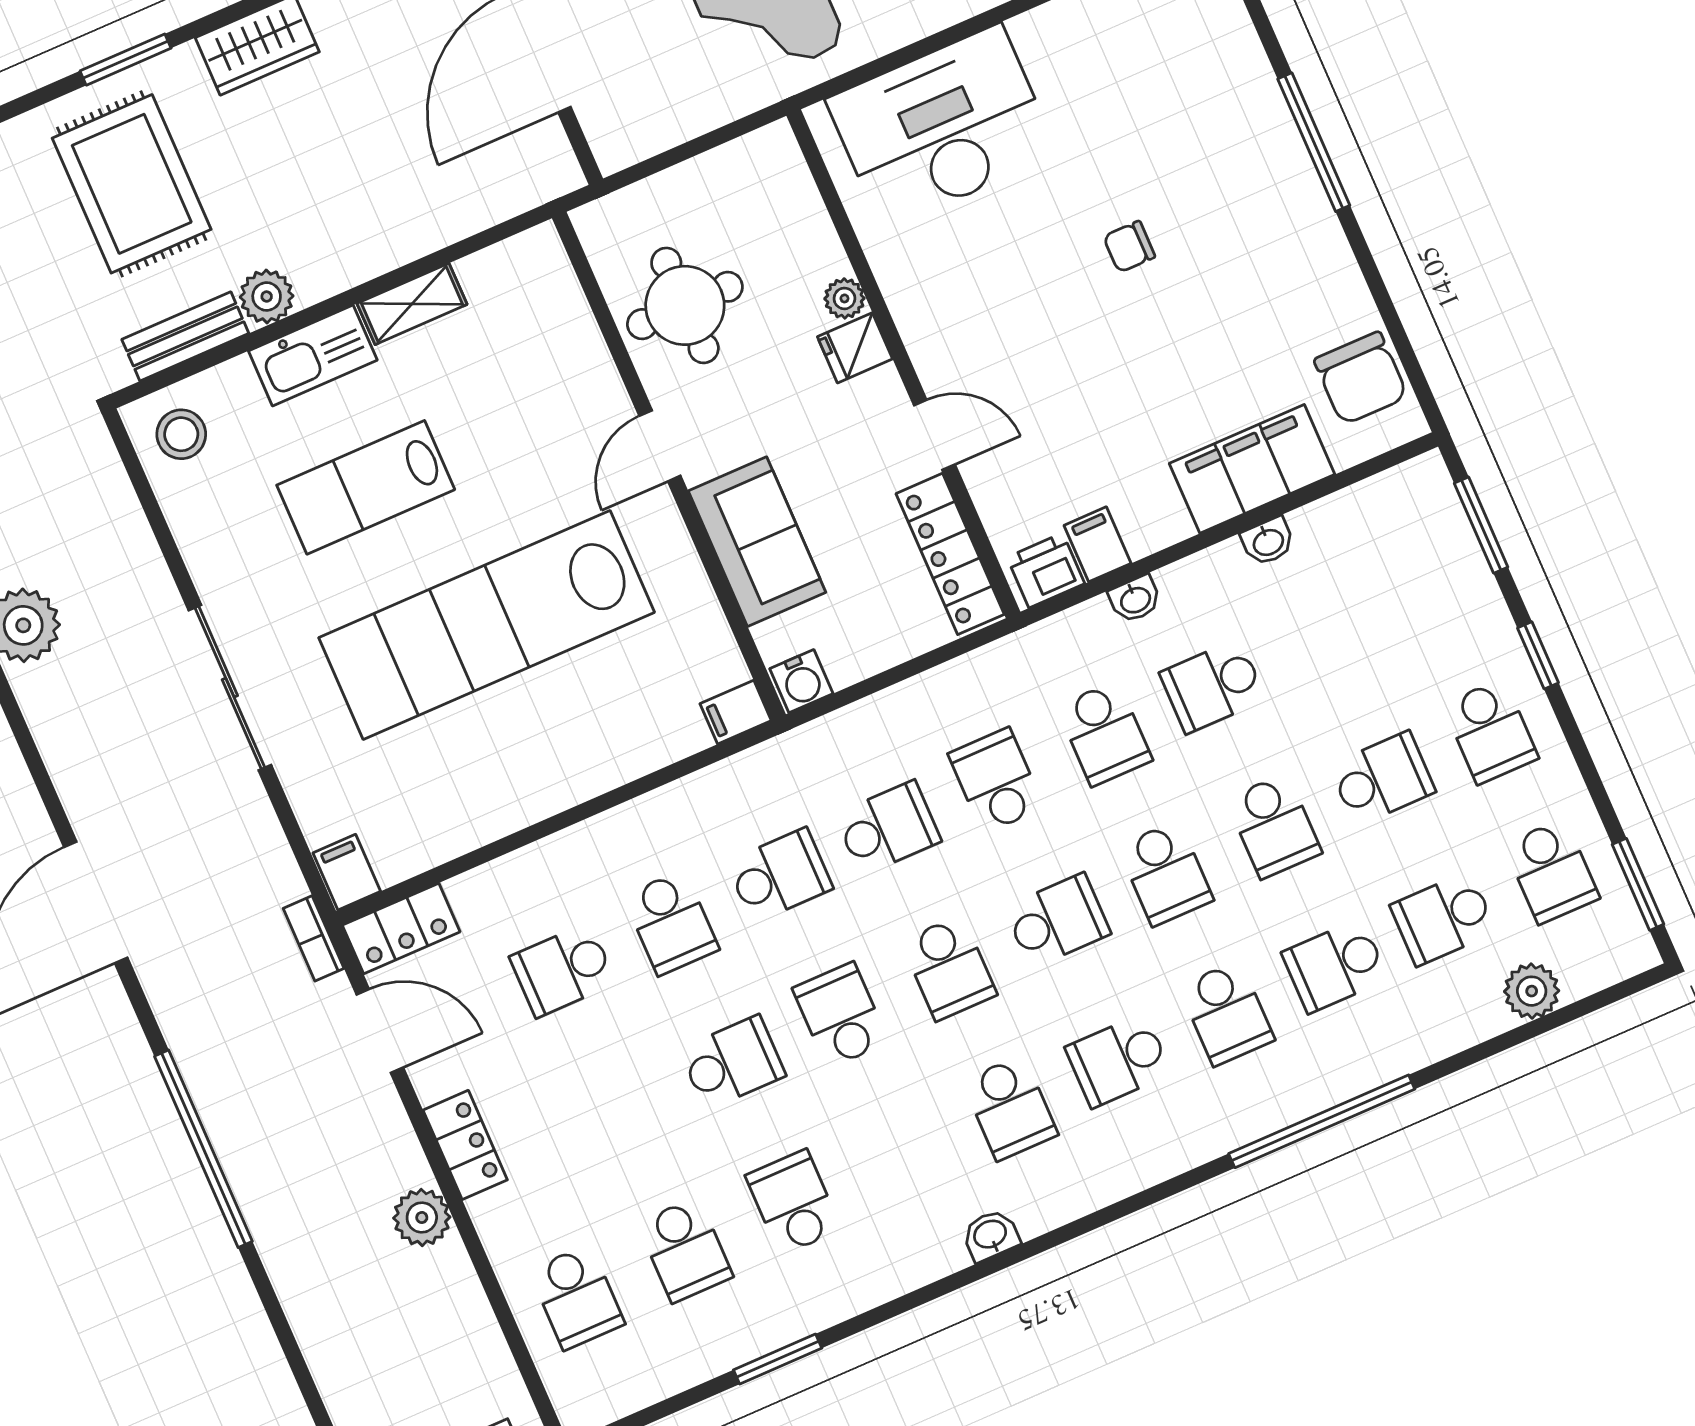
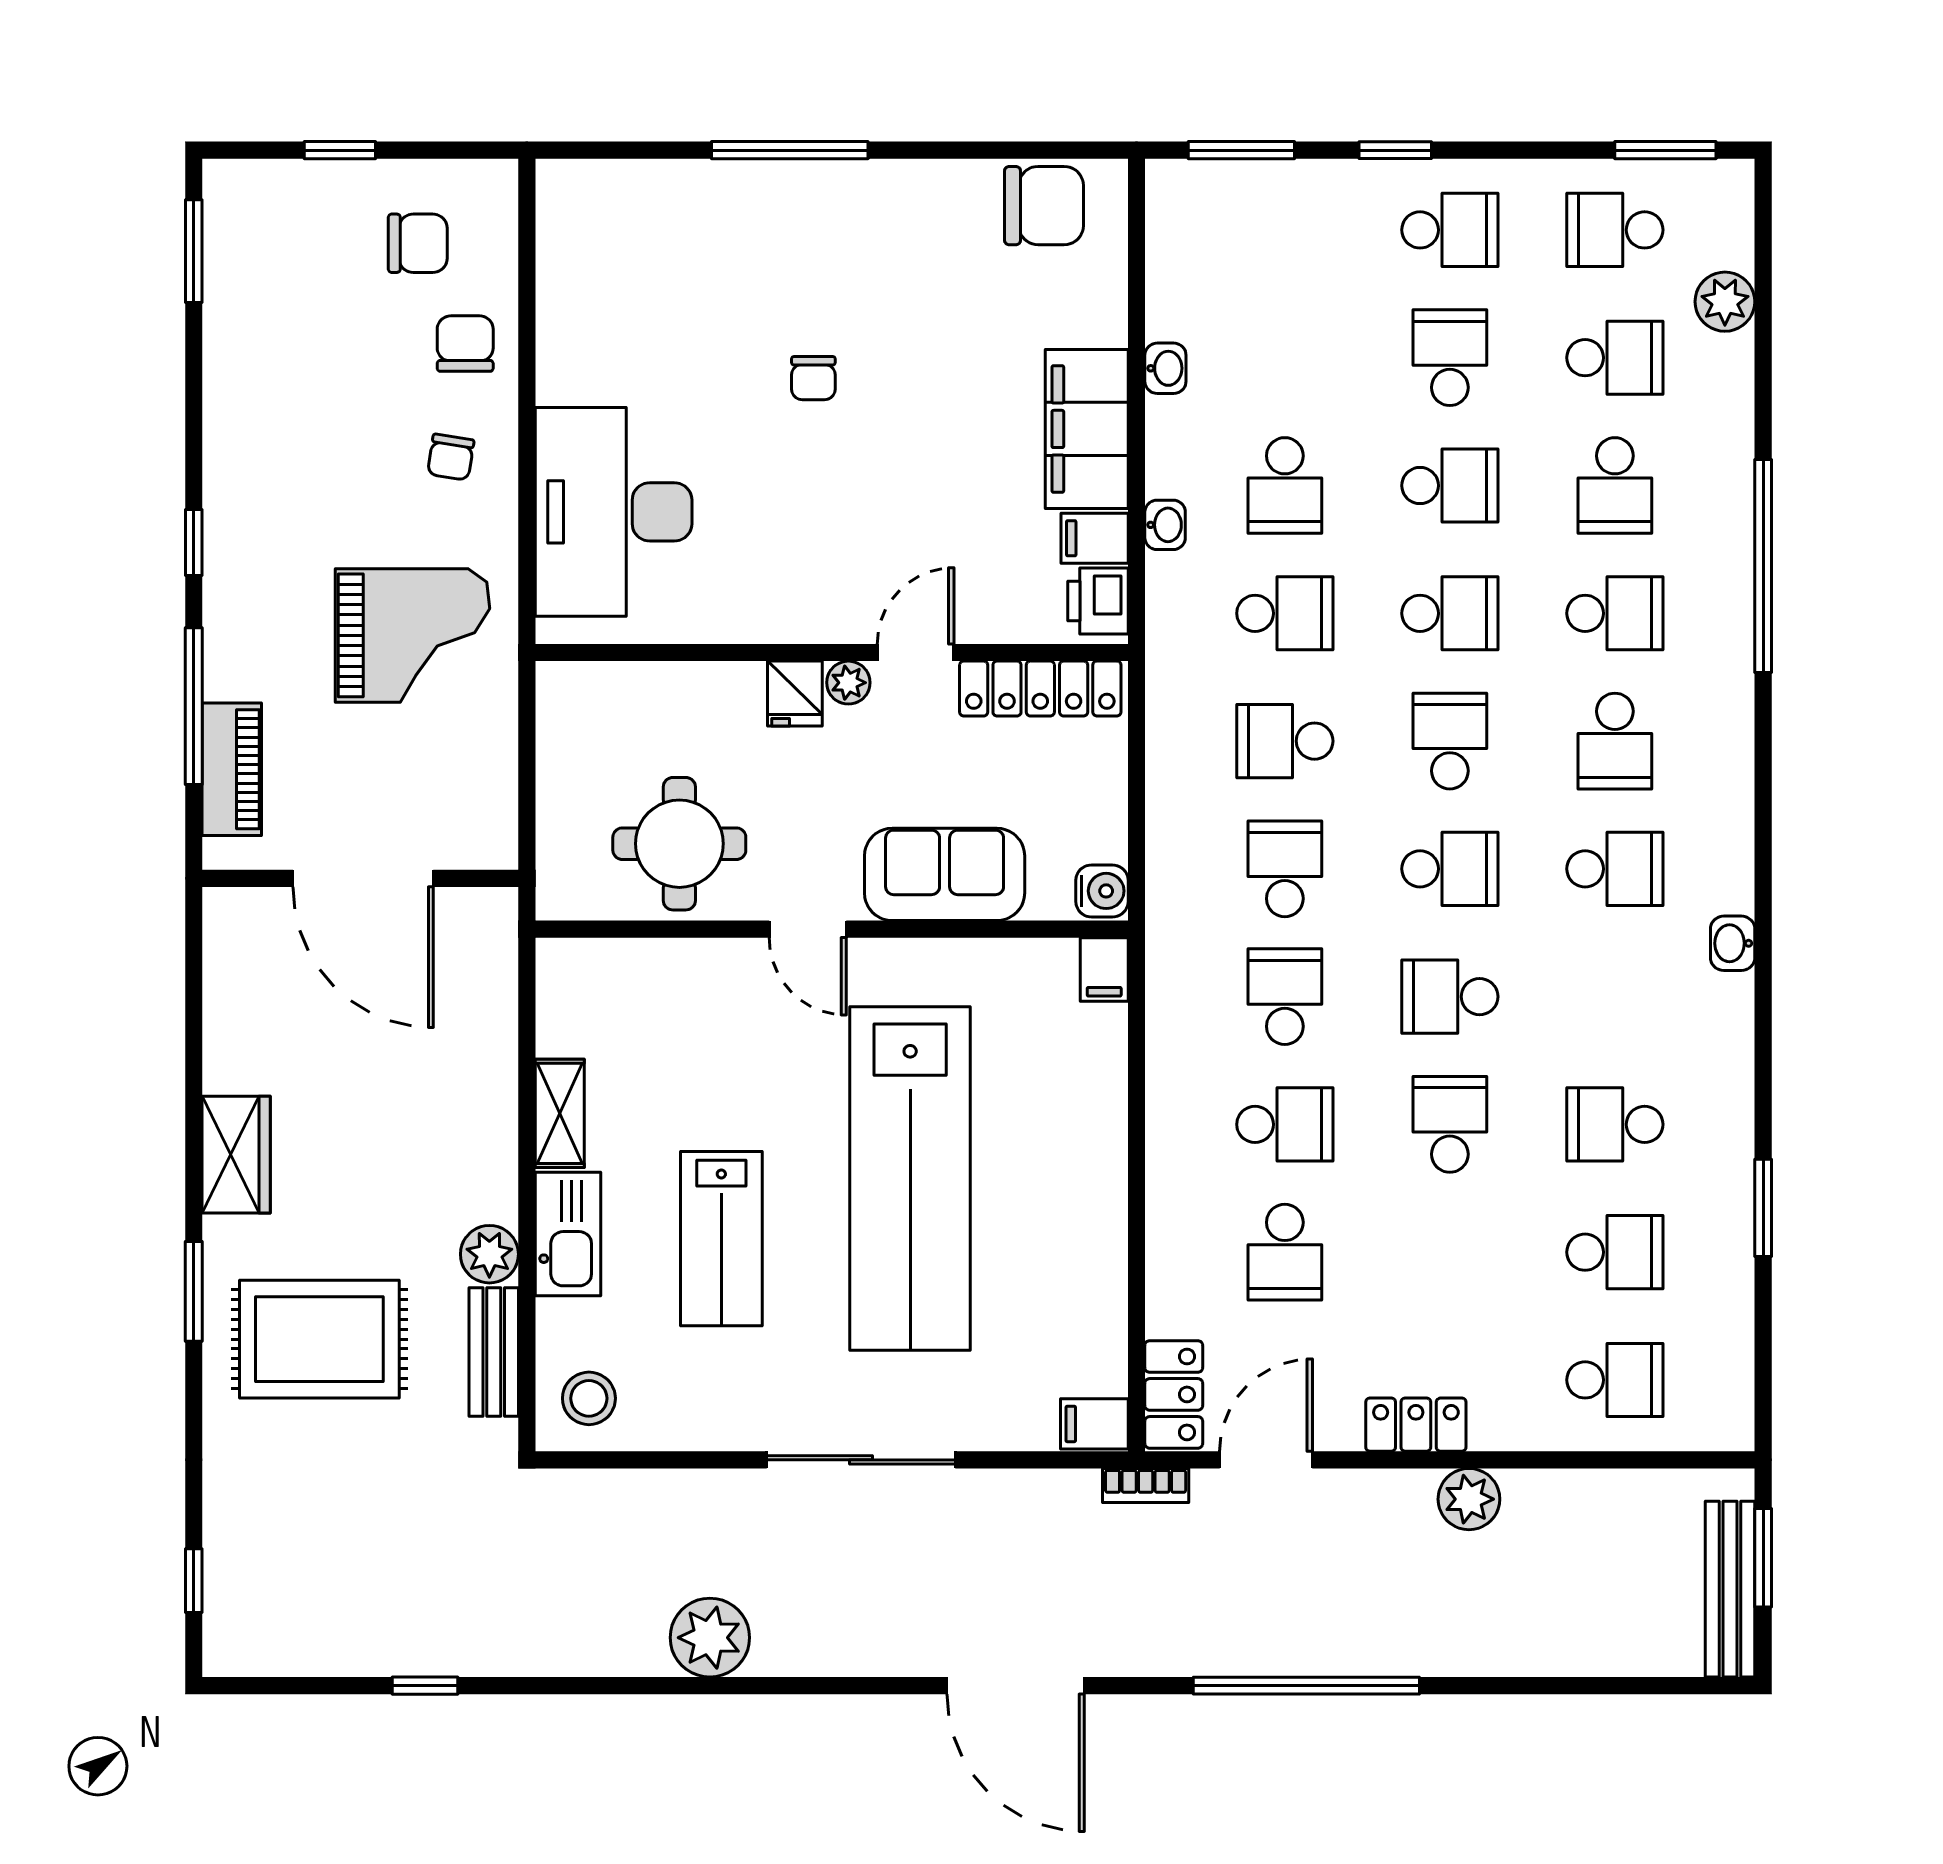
plant: (844, 298) -> (848, 683), moved
filing cabinet: (1252, 469) -> (1087, 429), moved
school desk: (1552, 871) -> (1615, 230), turned 180
school desk: (1443, 919) -> (1615, 358), turned -90

